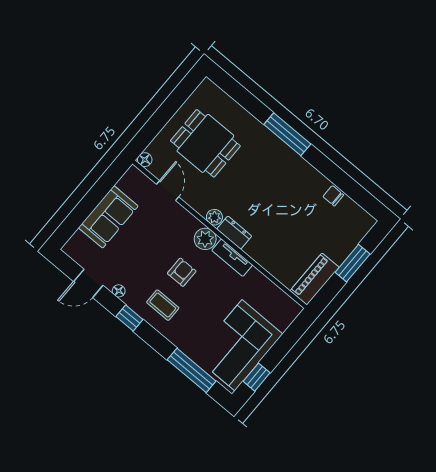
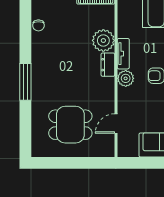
dining table: (205, 143) -> (70, 125), turned 90
floor lamp: (145, 160) -> (109, 152), removed
plant: (214, 217) -> (103, 40), moved, width x1.88, depth x1.88

